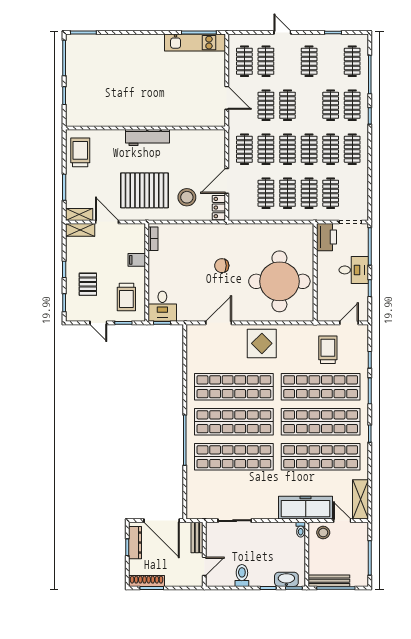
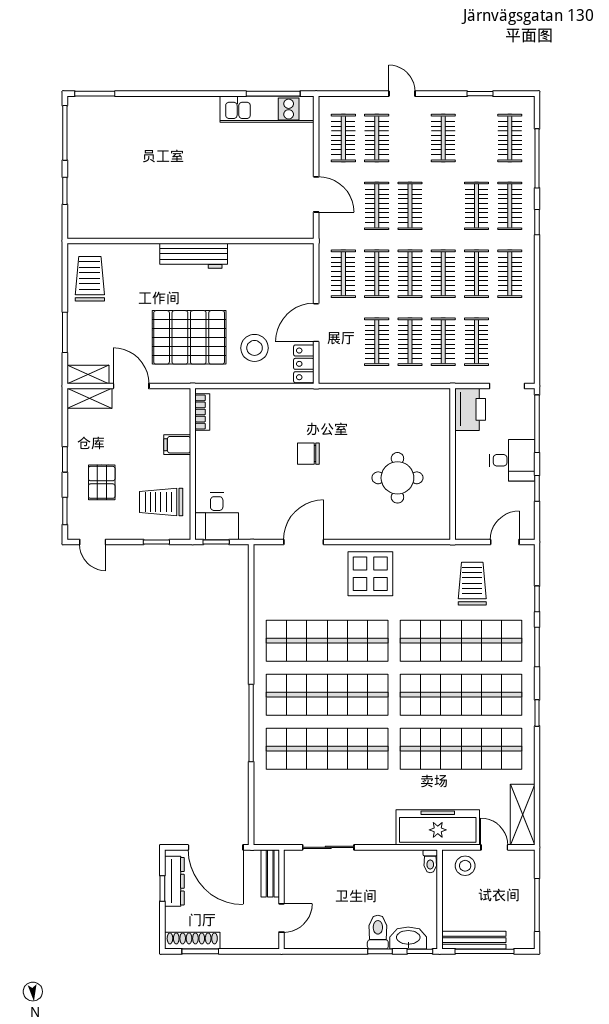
round table: (279, 281) -> (397, 478), width x0.54, depth x0.54
trolley: (126, 297) -> (161, 502), turned 90
door: (98, 323) -> (93, 542), moved
toilet: (242, 575) -> (378, 932), moved

